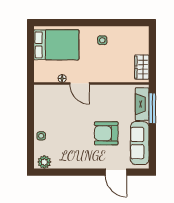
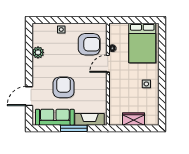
wardrobe: (142, 67) -> (133, 119), moved
armchair: (58, 105) -> (89, 44), added
window: (152, 108) -> (74, 128), moved
plant: (44, 162) -> (38, 52), moved

